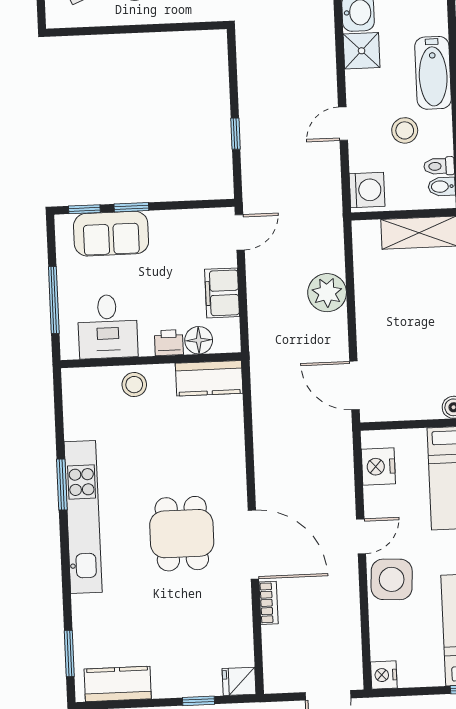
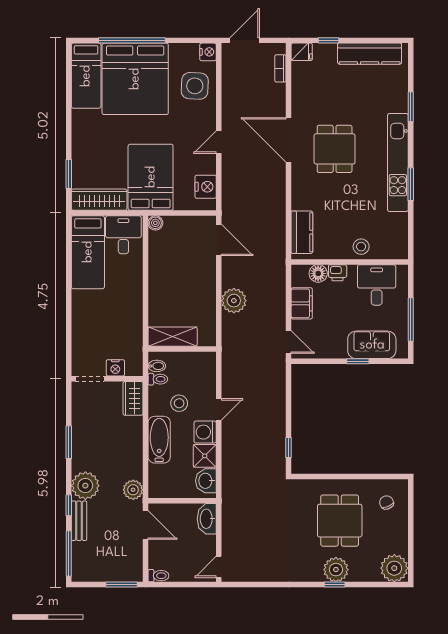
window: (235, 134) -> (289, 448), moved
washing machine: (367, 190) -> (205, 432), moved
window: (84, 209) -> (388, 361), removed
door: (240, 232) -> (289, 342), swing flipped
window: (54, 300) -> (411, 319), moved
kitchen counter: (209, 378) -> (302, 232), moved, turned 90
side table: (392, 579) -> (195, 86), moved
bookcase: (269, 603) -> (280, 68), moved
window: (69, 653) -> (411, 107), moved
kitchen counter: (118, 684) -> (370, 54), width x1.50

